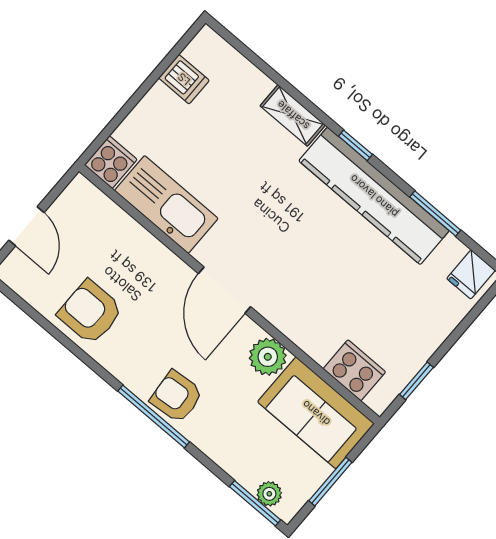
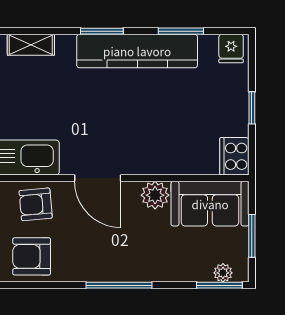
shelving: (293, 115) -> (31, 45), moved
window: (355, 145) -> (102, 31), width x1.50
cooker: (354, 370) -> (234, 156), moved, turned -90
window: (416, 381) -> (252, 108), moved
armchair: (177, 397) -> (36, 204), moved

